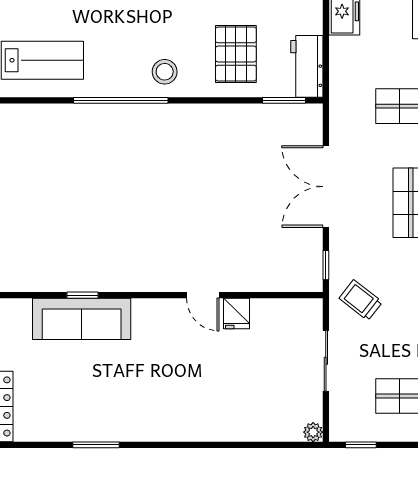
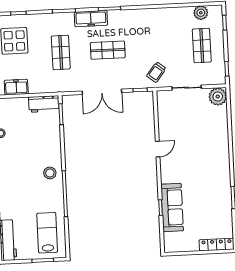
pallet: (236, 54) -> (40, 139), removed
fridge: (237, 313) -> (166, 132), removed
plant: (313, 432) -> (218, 97), width x1.88, depth x1.88

